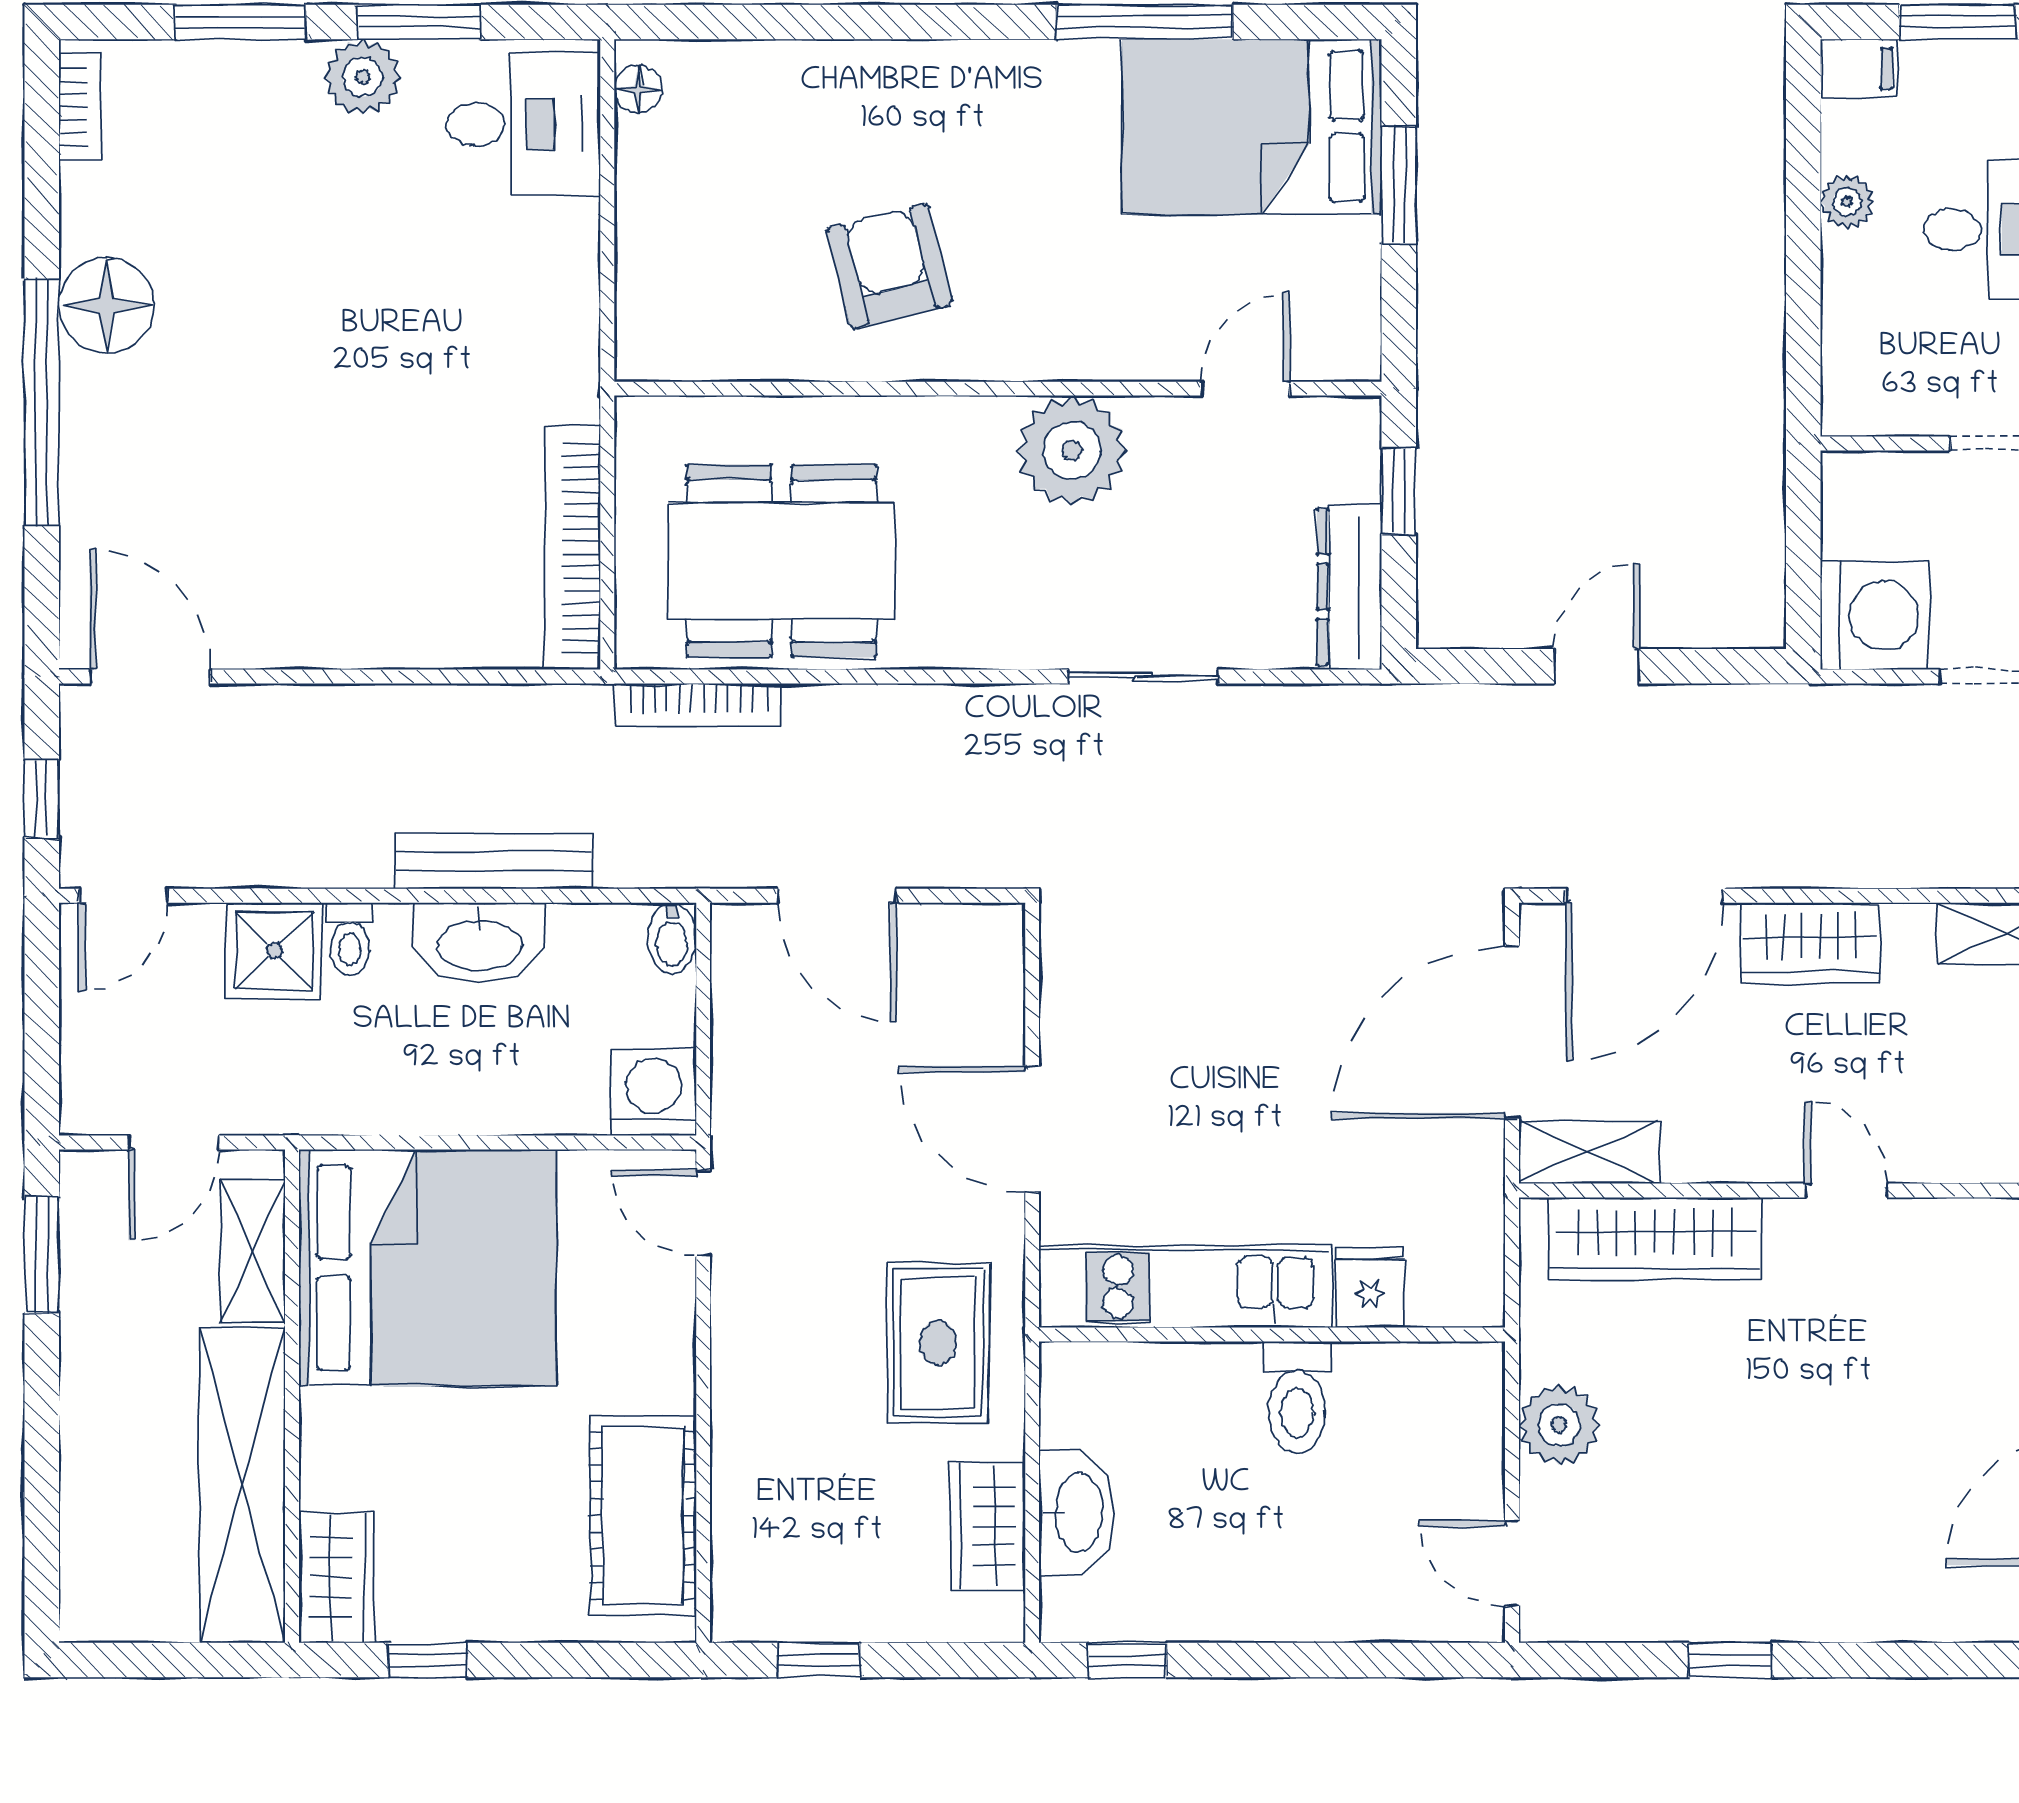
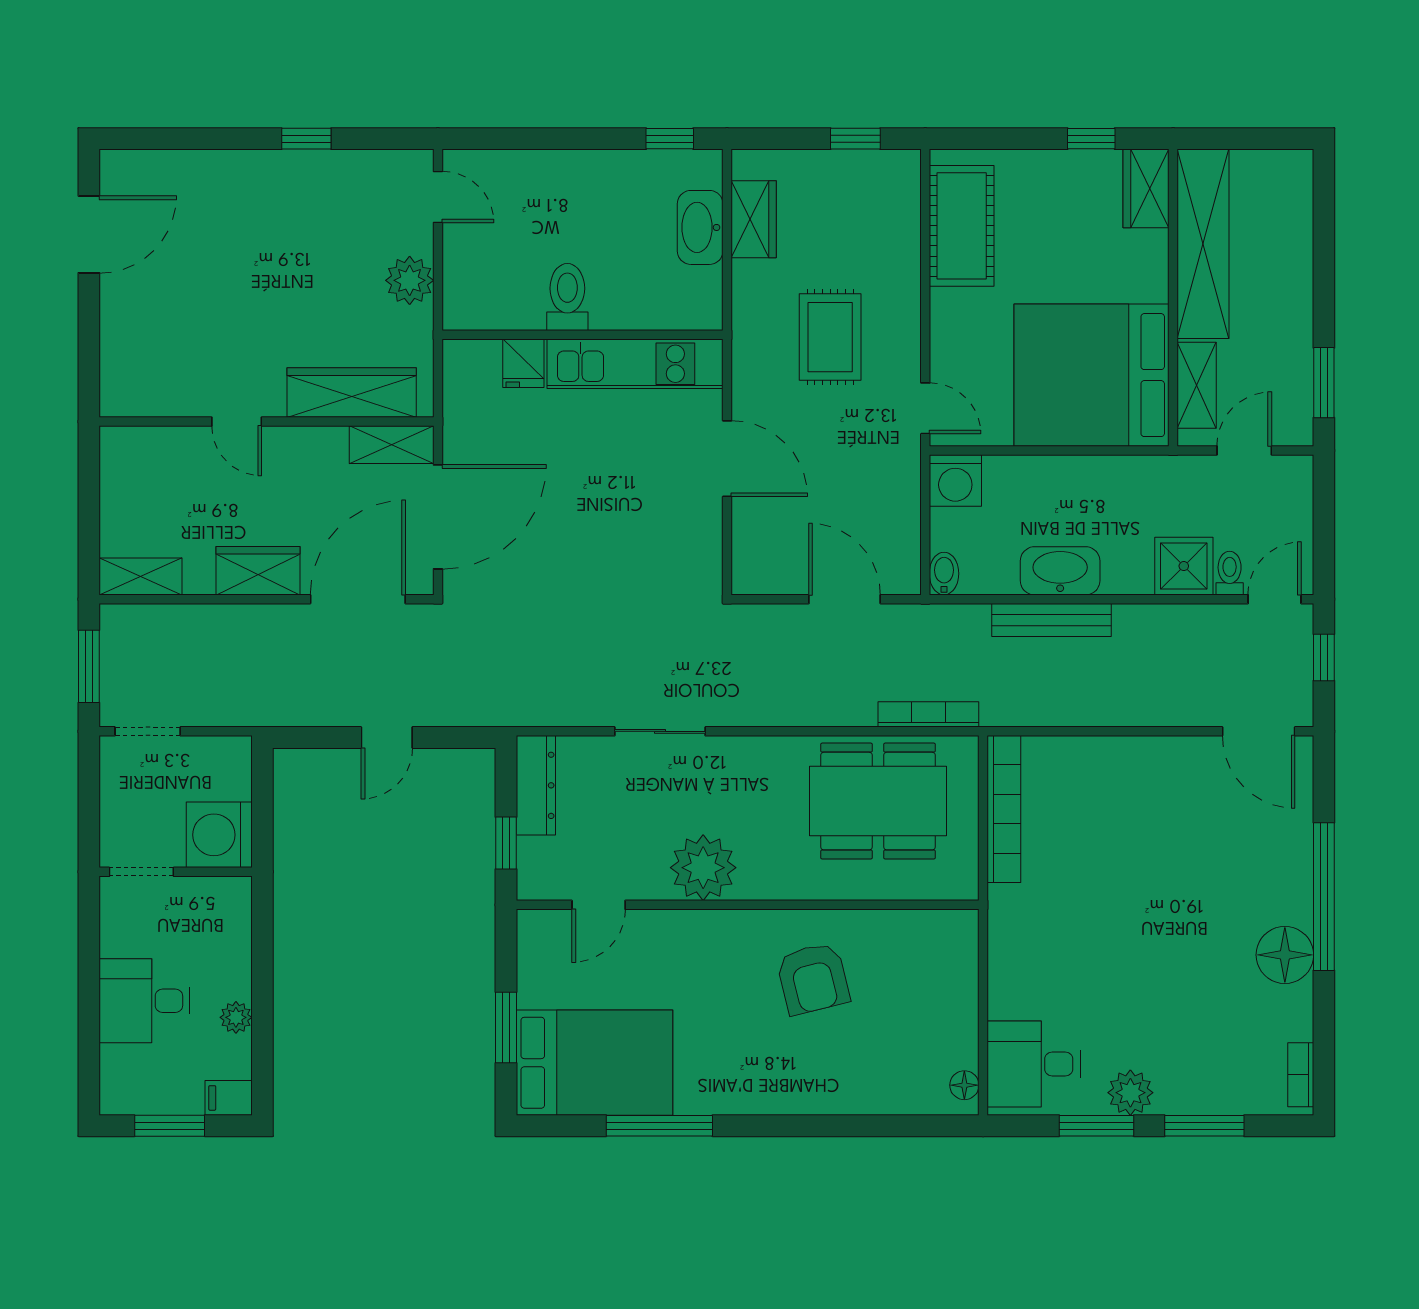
washing machine: (1875, 615) -> (219, 835), moved
toilet: (350, 939) -> (1230, 573), moved
rug: (938, 1343) -> (830, 337), moved

